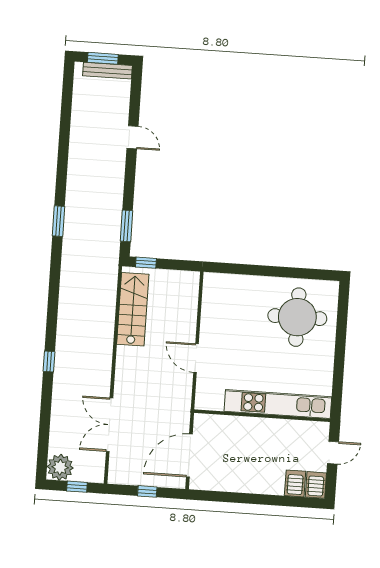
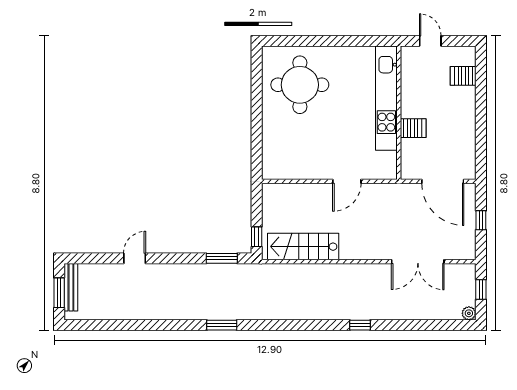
plant: (60, 467) -> (469, 313), width x0.53, depth x0.53
server rack: (316, 485) -> (413, 128), moved, turned 180

